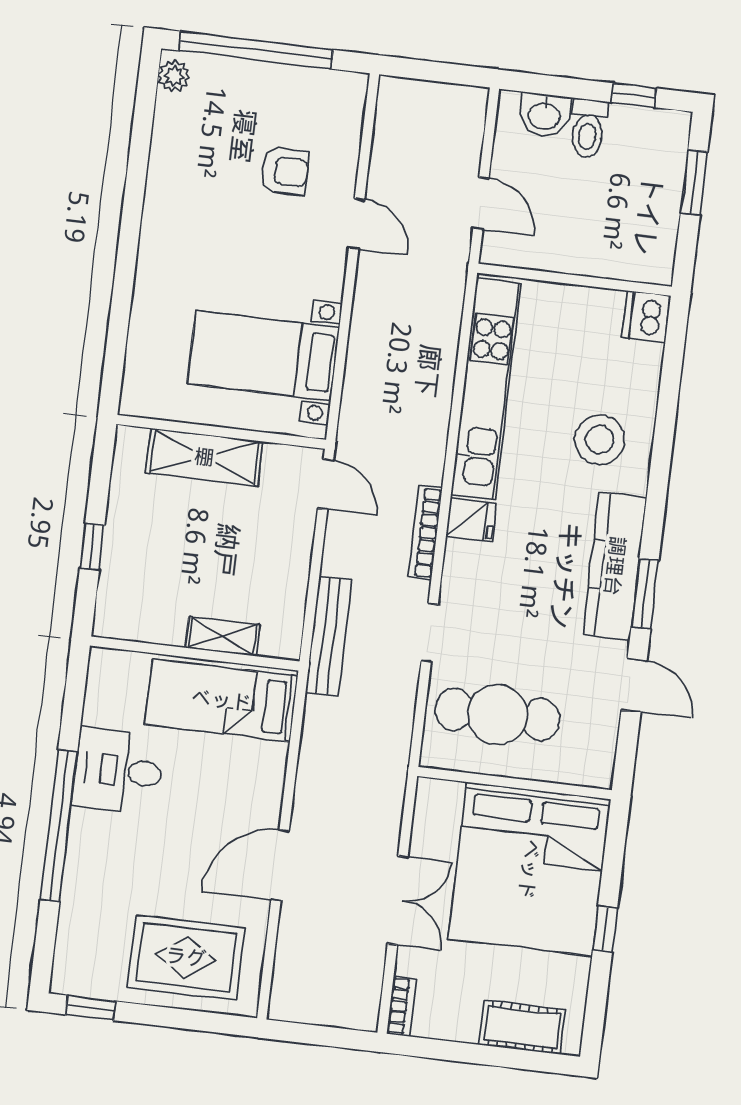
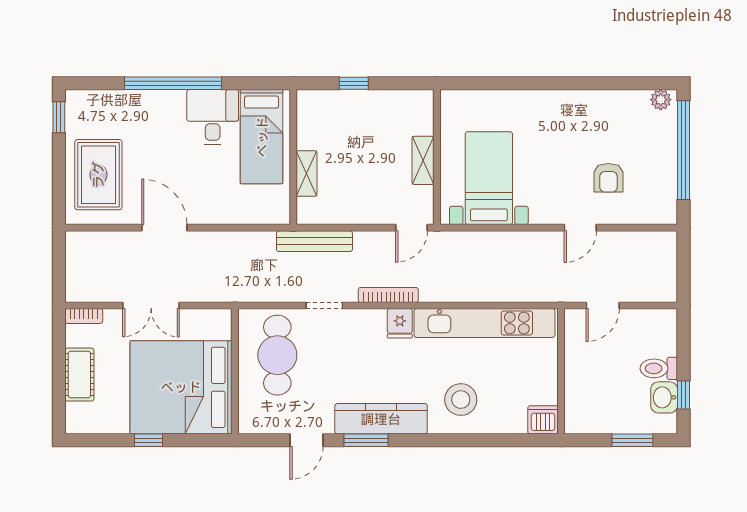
washbasin: (544, 115) -> (664, 397), moved
shelving: (204, 457) -> (423, 160), width x0.67, depth x0.75
bed: (221, 700) -> (262, 137), moved, turned 180
cot: (522, 1027) -> (79, 375), moved

